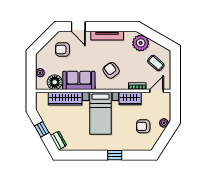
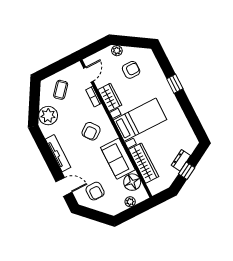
door: (78, 27) -> (64, 187), hinge flipped
door: (157, 91) -> (88, 75), swing flipped
armchair: (143, 126) -> (131, 70), turned -90
dresser: (59, 140) -> (181, 160), moved

